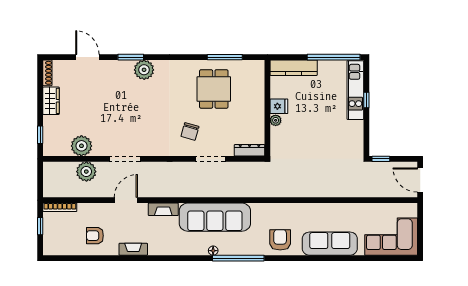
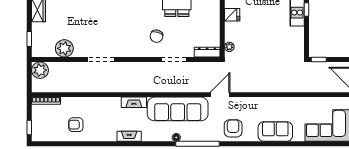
plant: (276, 120) -> (229, 47), moved
plant: (86, 172) -> (40, 70), moved
door: (126, 200) -> (220, 95), moved
window: (40, 226) -> (29, 128), moved
sofa: (330, 244) -> (275, 131), width x0.73
fireplace: (133, 249) -> (129, 136), moved

